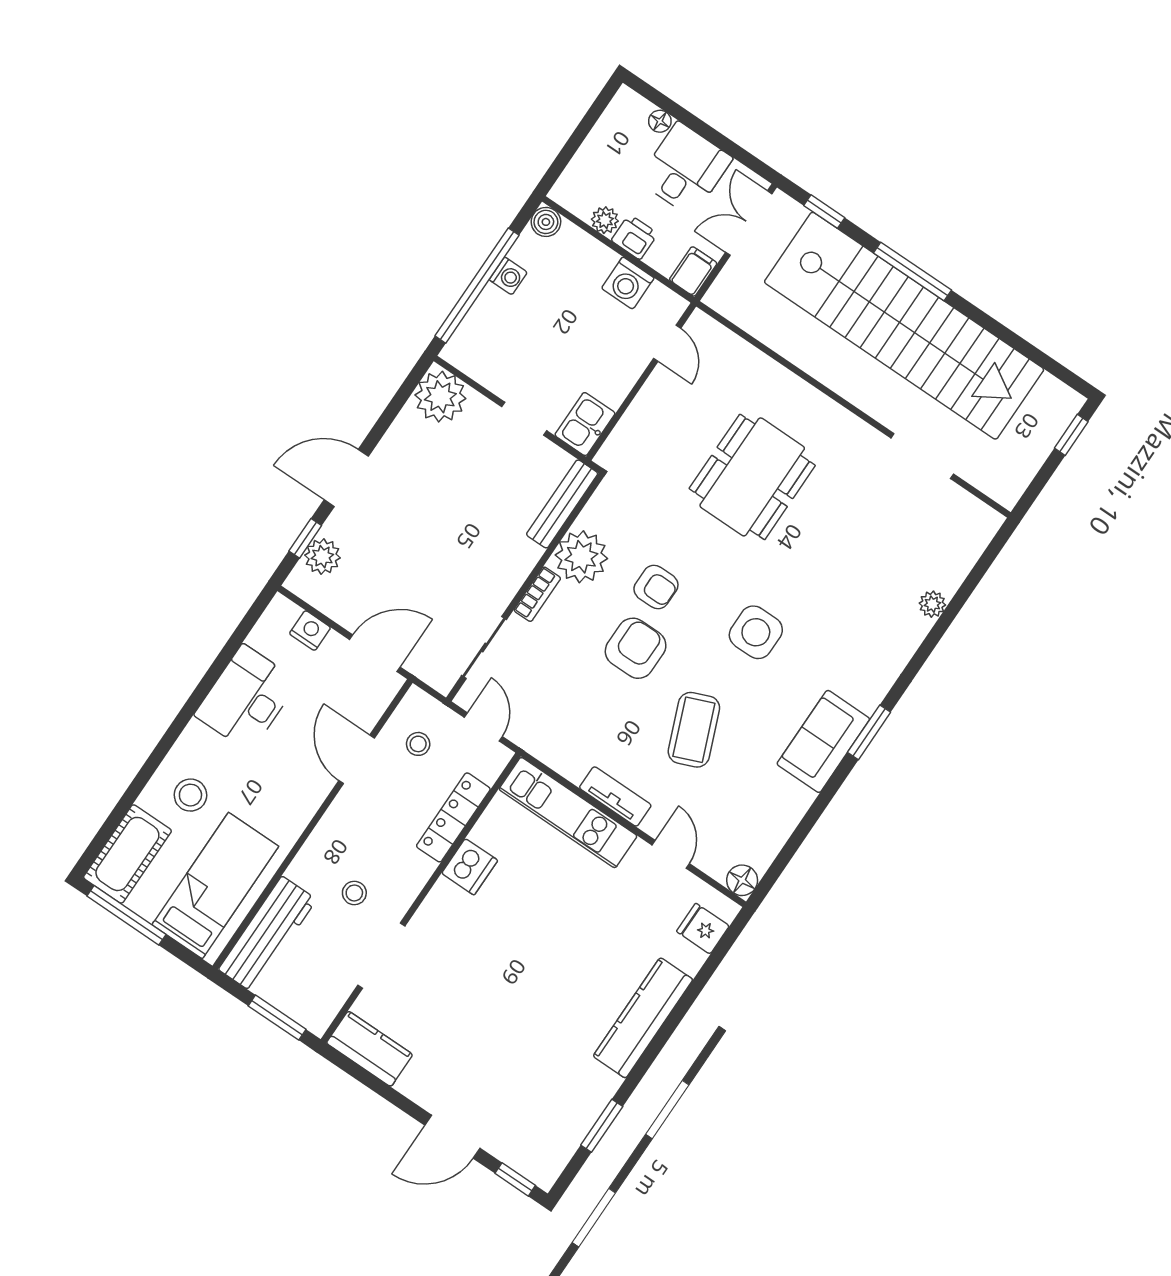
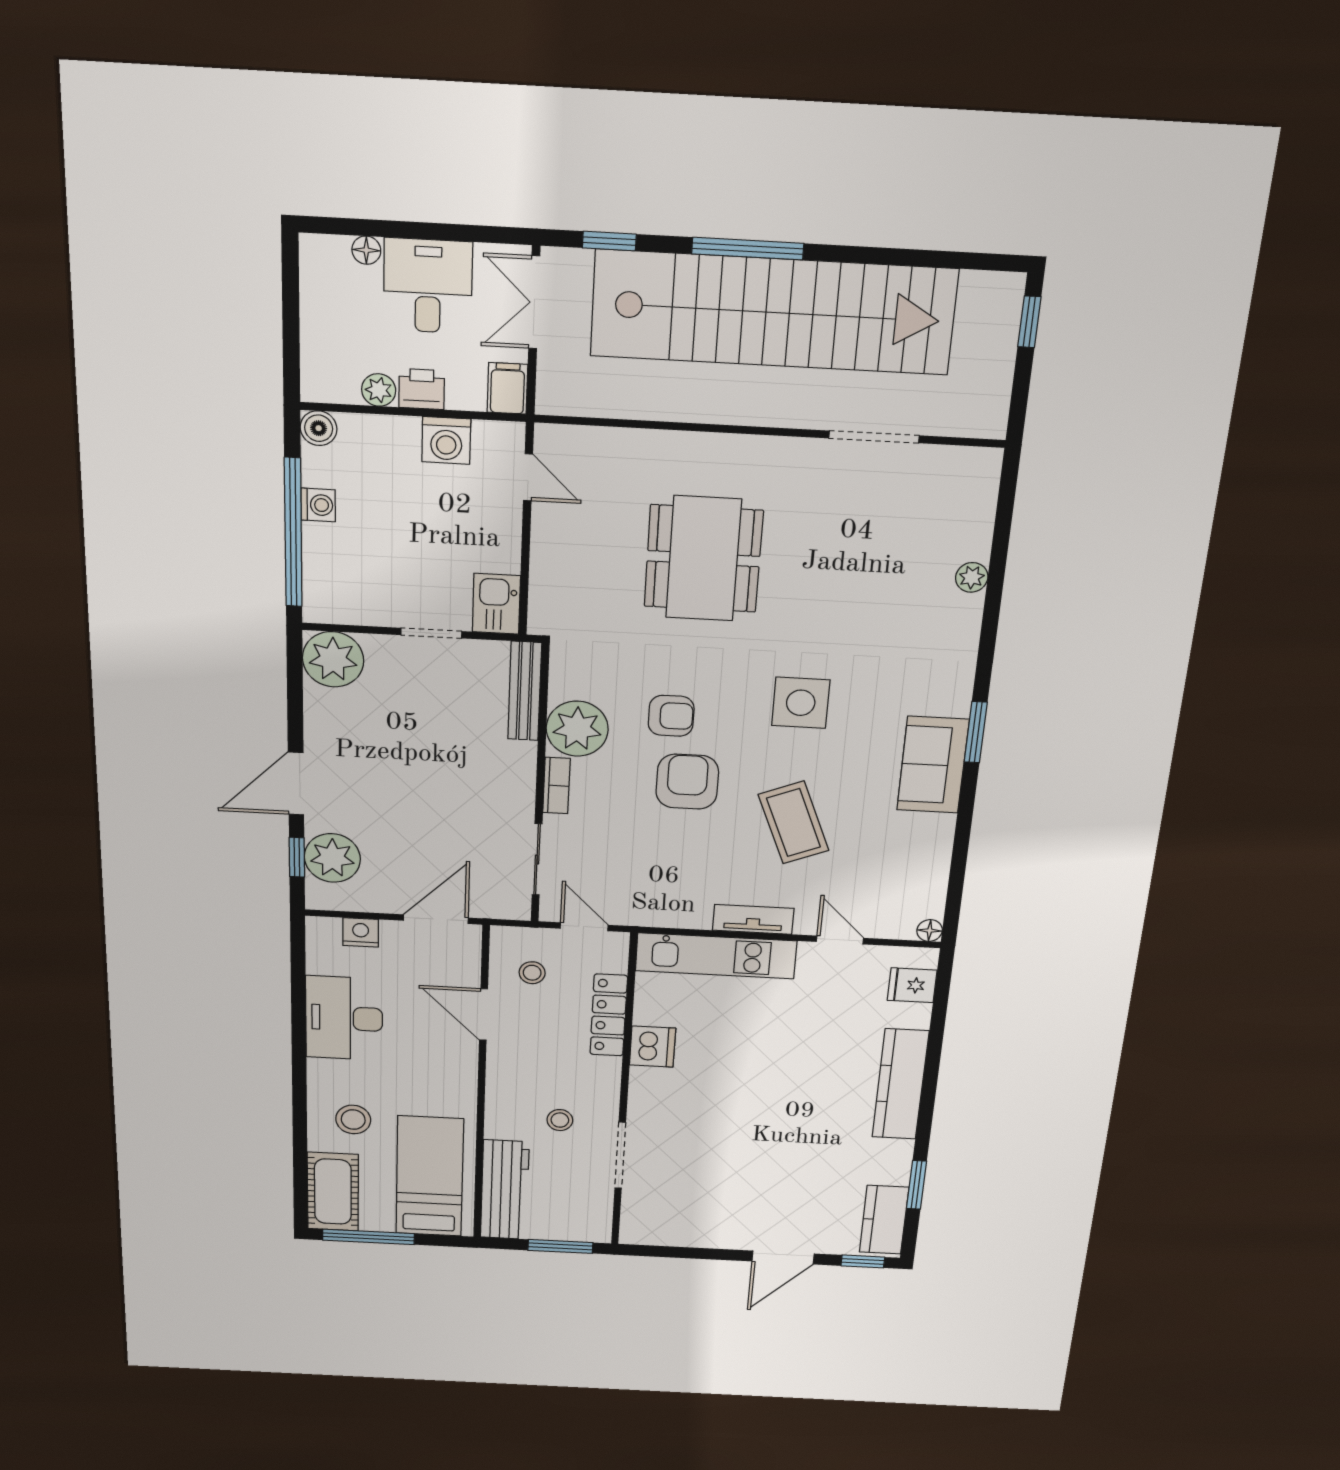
plant: (322, 557) -> (332, 858), width x1.36, depth x1.36
floor lamp: (742, 880) -> (930, 931), width x0.73, depth x0.73
kitchen counter: (370, 1049) -> (884, 1220), moved, turned -90

